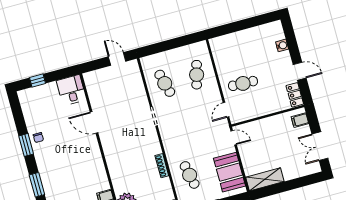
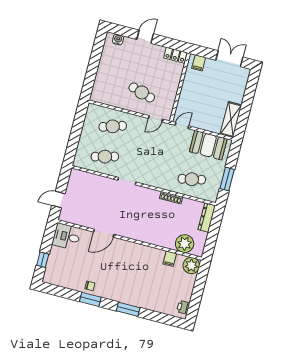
water cooler: (282, 45) -> (118, 40), moved
door: (117, 59) -> (58, 200), moved
door: (300, 71) -> (145, 37), moved
cafe table: (197, 75) -> (113, 126), turned -33
cafe table: (243, 83) -> (142, 92), turned -75
door: (226, 110) -> (155, 119), hinge flipped
double door: (320, 146) -> (229, 59), swing flipped

